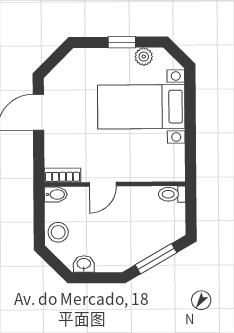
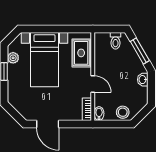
rug: (152, 165) -> (81, 53), added
toilet: (172, 194) -> (116, 41), moved
washbasin: (84, 264) -> (143, 80), moved

